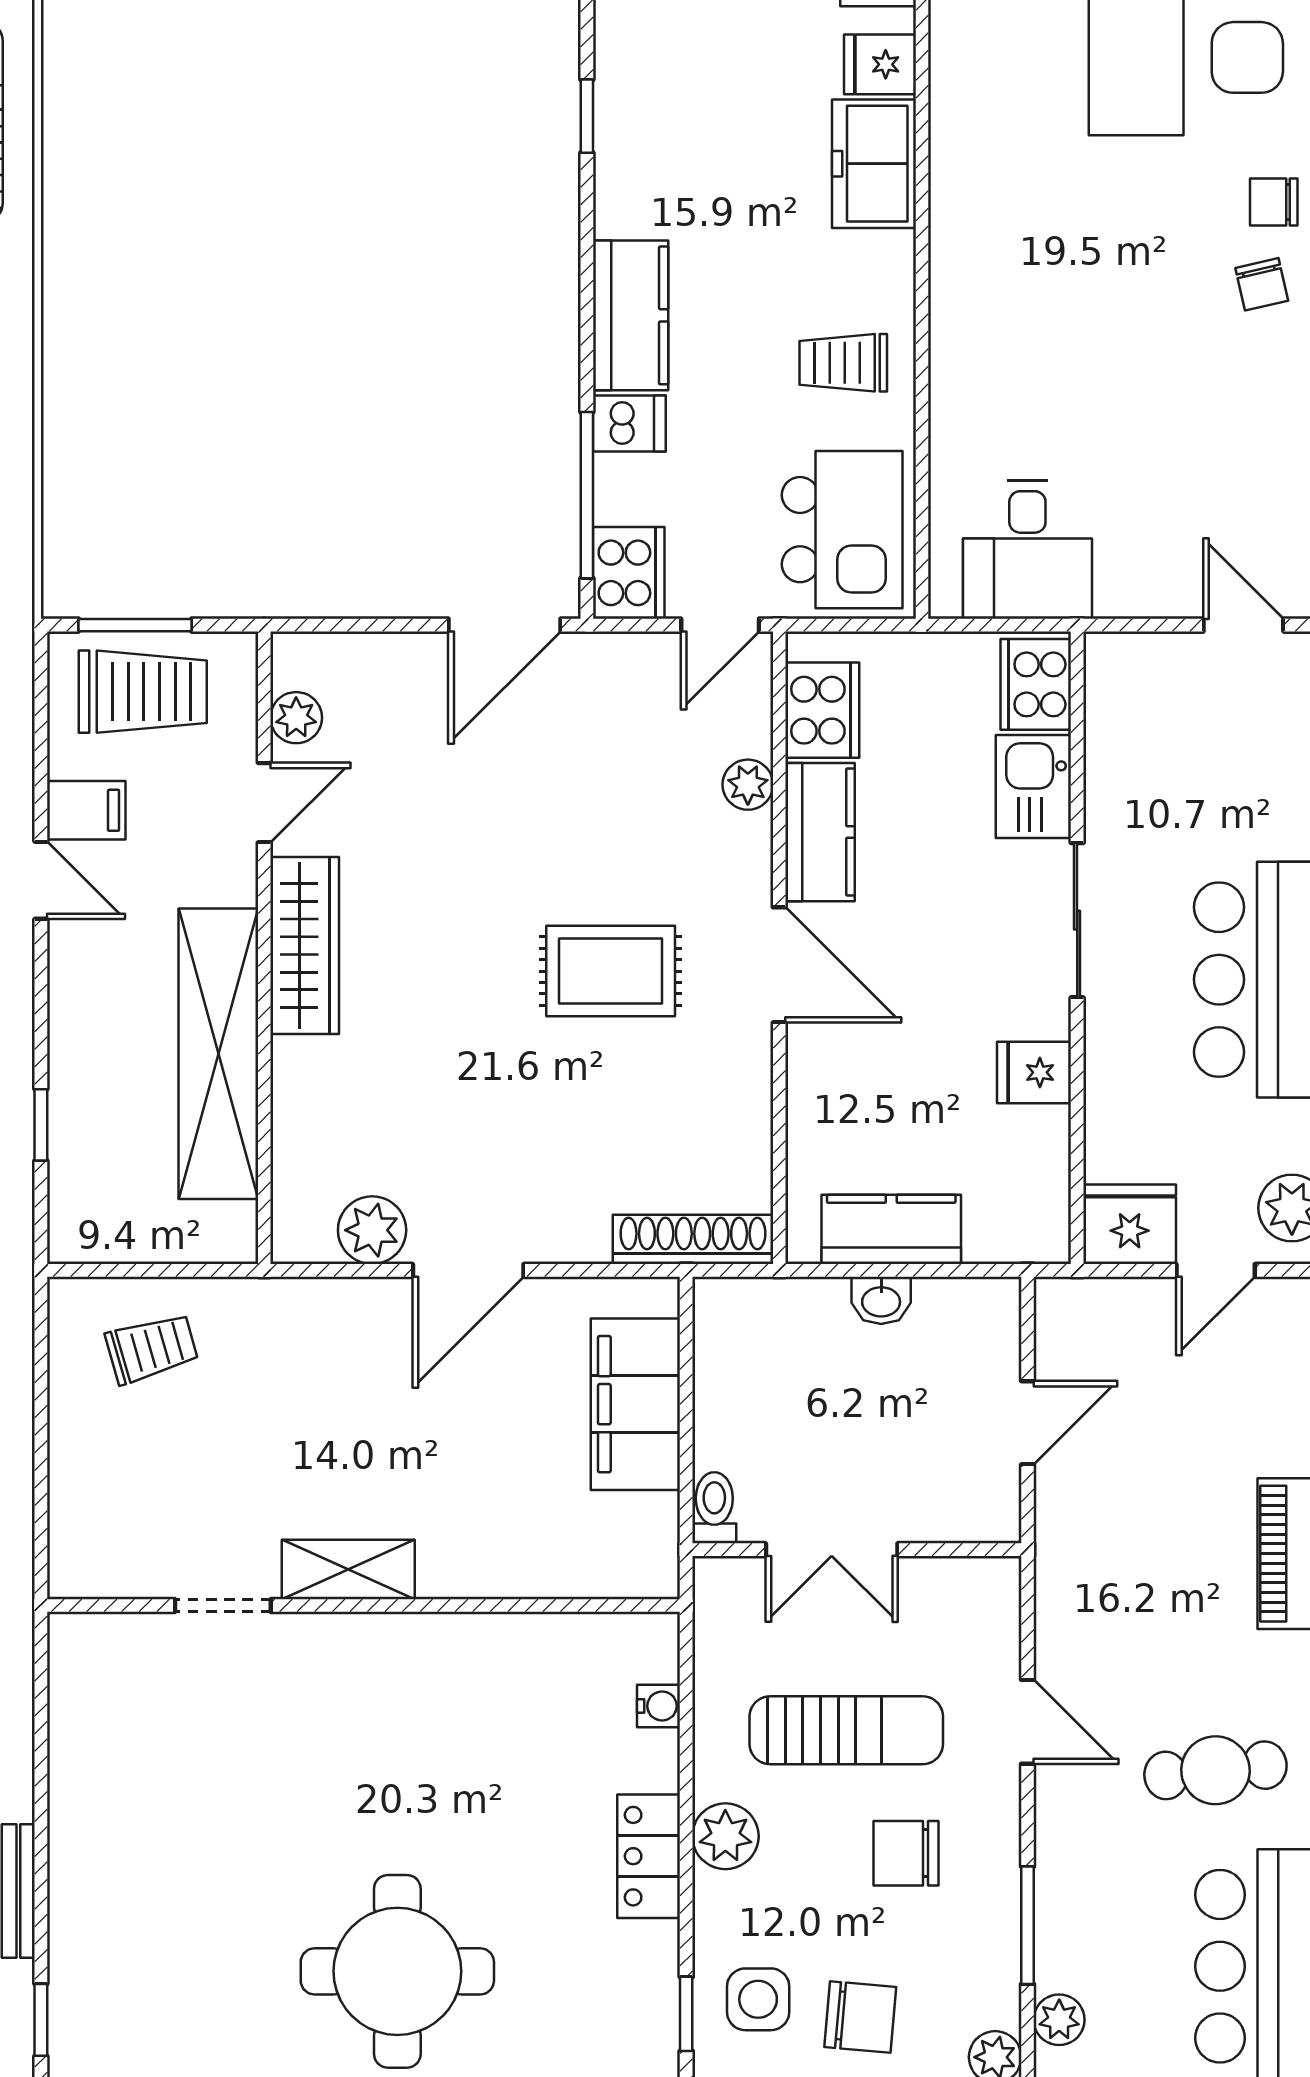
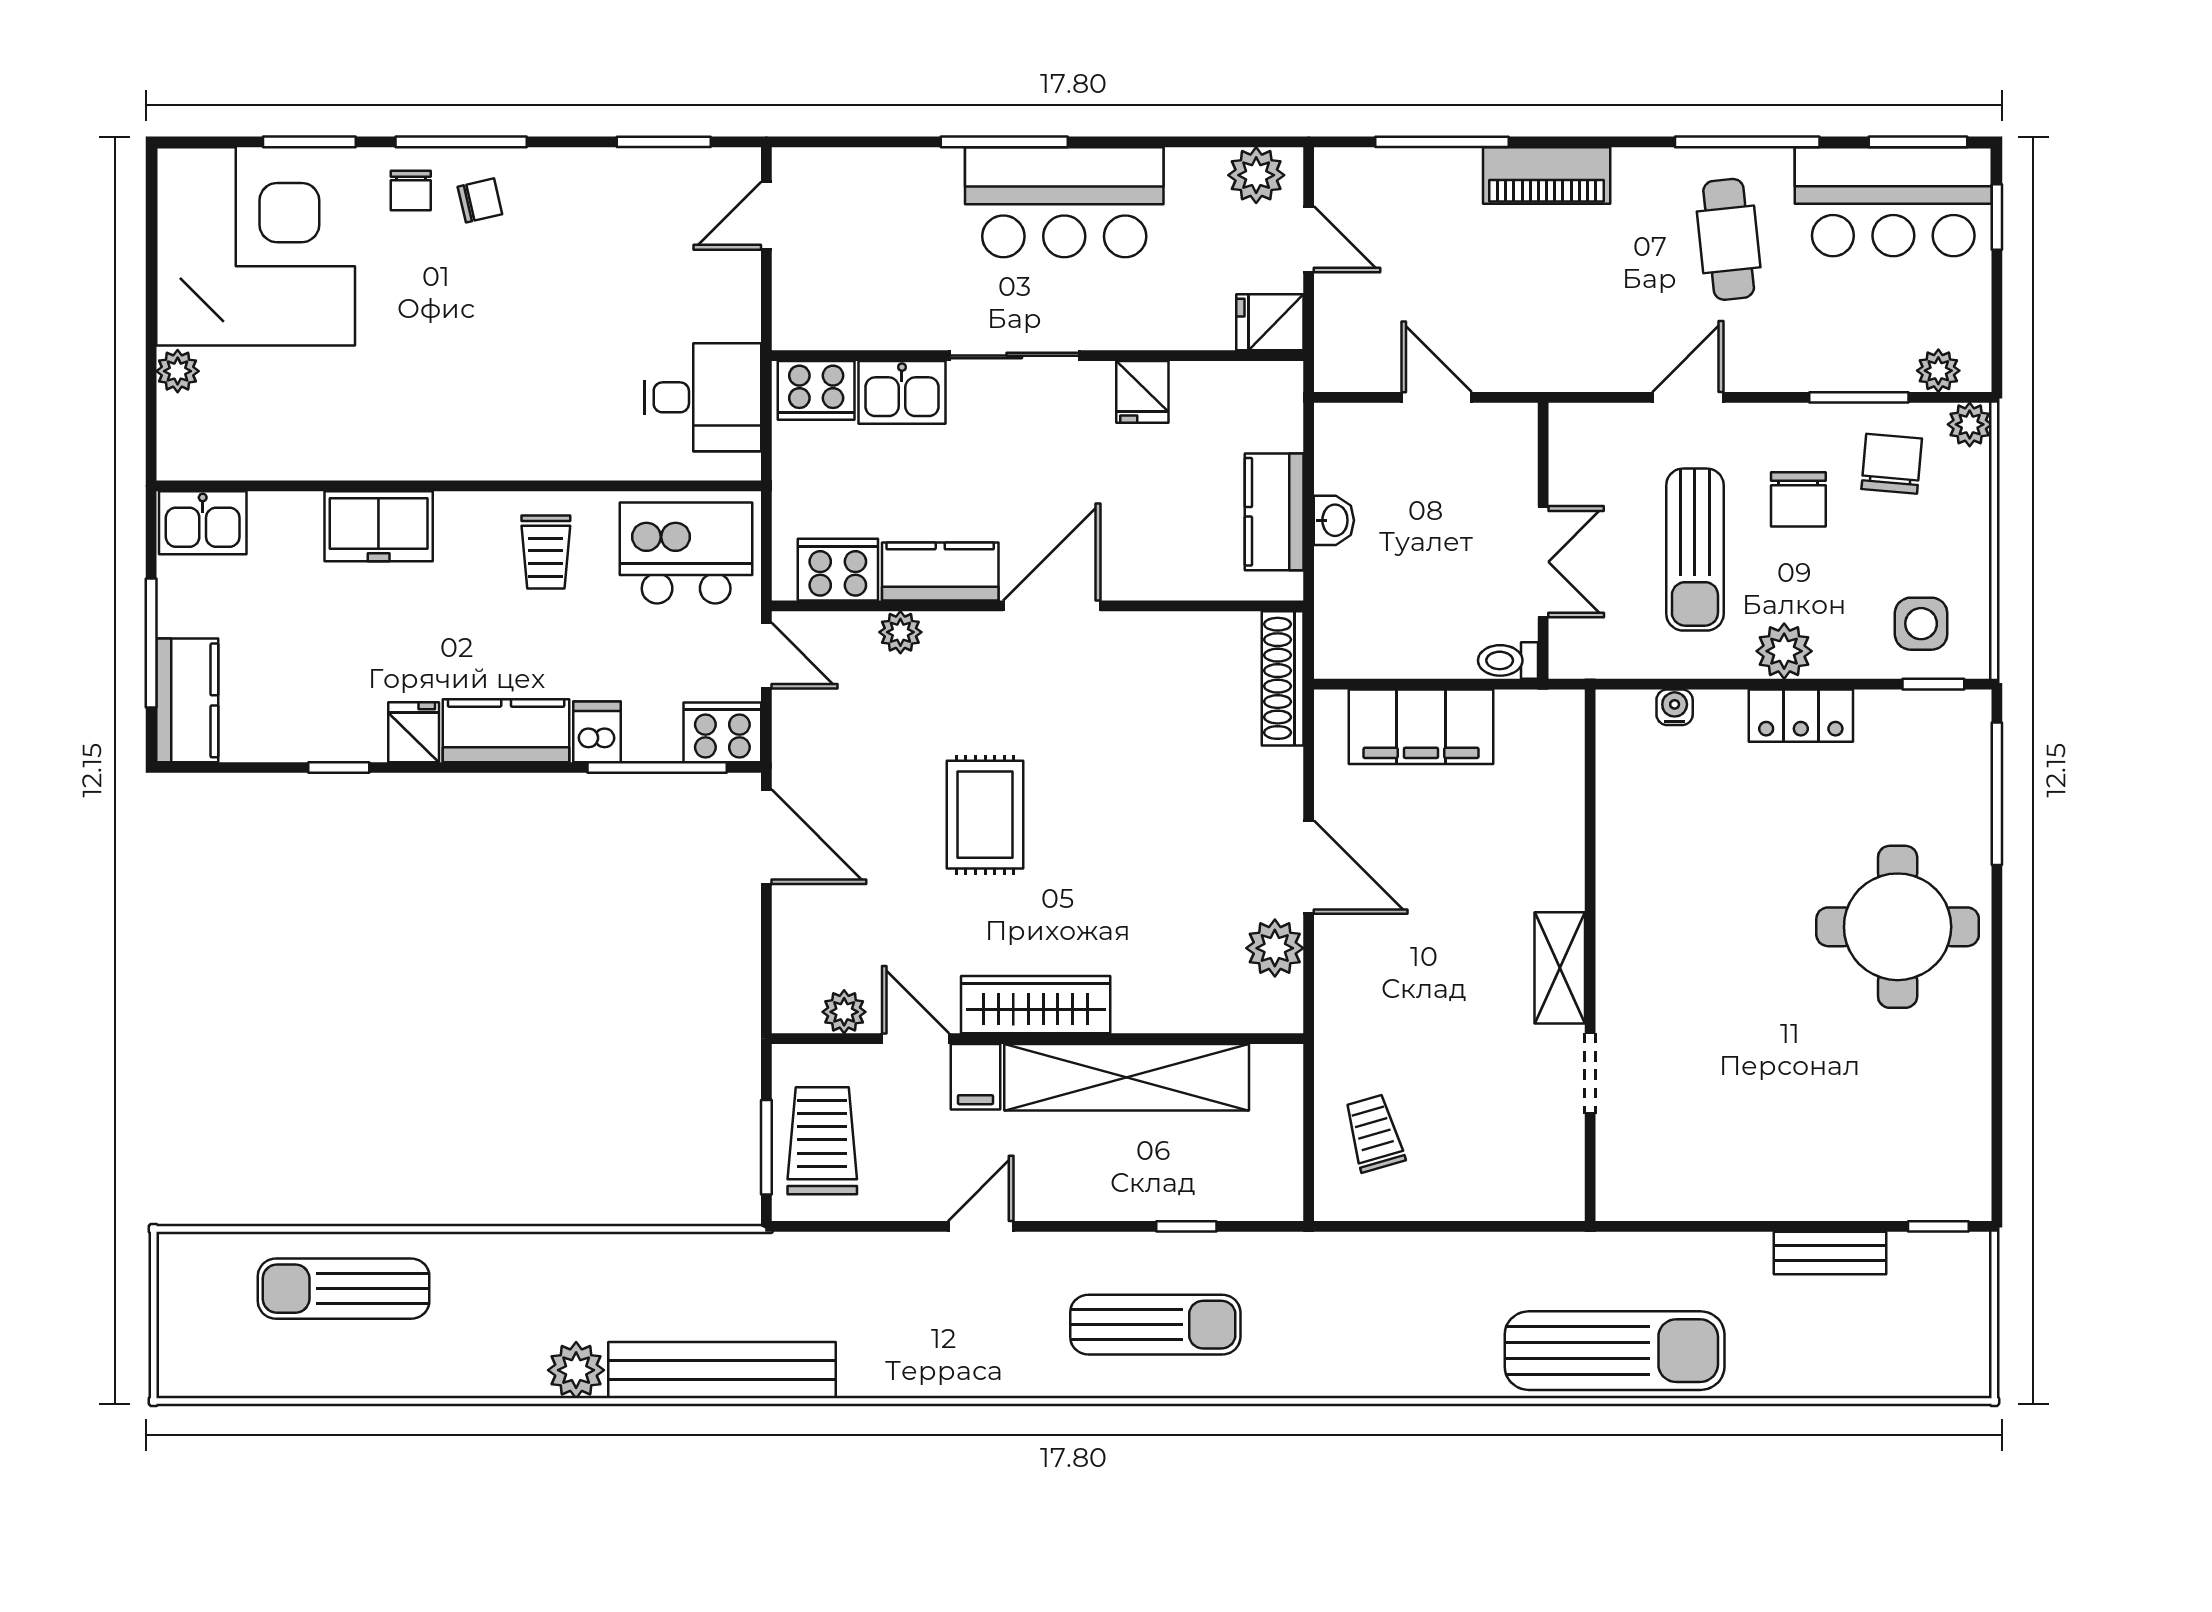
fridge: (880, 64) -> (414, 732), moved, turned 180
filing cabinet: (86, 810) -> (975, 1077), moved, turned 180
rug: (611, 971) -> (985, 815), moved
fridge: (1130, 1224) -> (1270, 322), width x0.72
sun lounger: (846, 1730) -> (1695, 550), turned 180
chair: (860, 2017) -> (1892, 464), moved

